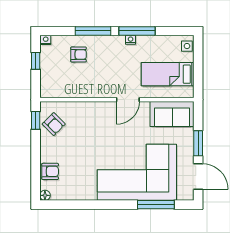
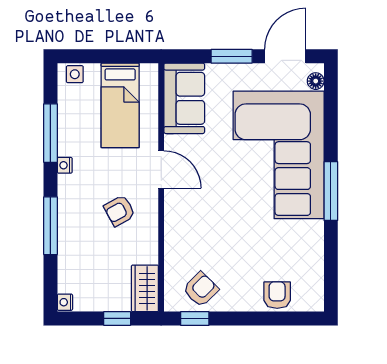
window: (137, 31) -> (50, 133), moved
armchair: (79, 54) -> (120, 211), moved, turned -119
window: (36, 61) -> (117, 318), moved
wardrobe: (54, 90) -> (145, 288), added
floor lamp: (45, 195) -> (316, 81), moved
window: (156, 205) -> (331, 191), moved

